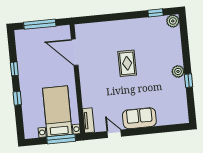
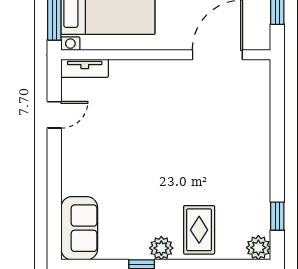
rug: (127, 63) -> (199, 230), moved, turned 90
sofa: (139, 118) -> (79, 228), moved

